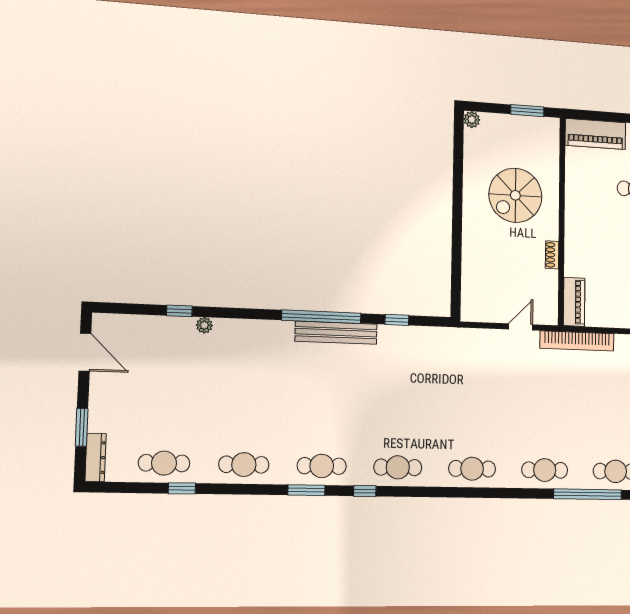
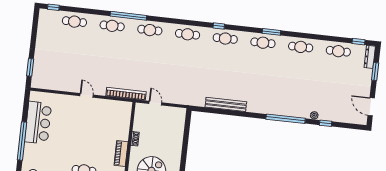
piano: (574, 302) -> (121, 153), moved
window: (321, 317) -> (286, 119), moved
window: (397, 320) -> (219, 111), removed
door: (521, 327) -> (155, 103), swing flipped
bench: (336, 333) -> (226, 104), moved
window: (182, 488) -> (358, 42), moved
window: (365, 491) -> (219, 26), moved

